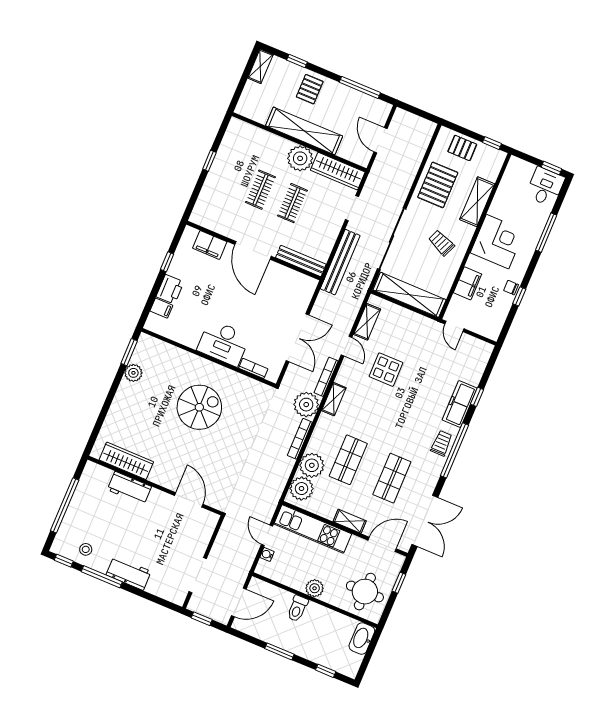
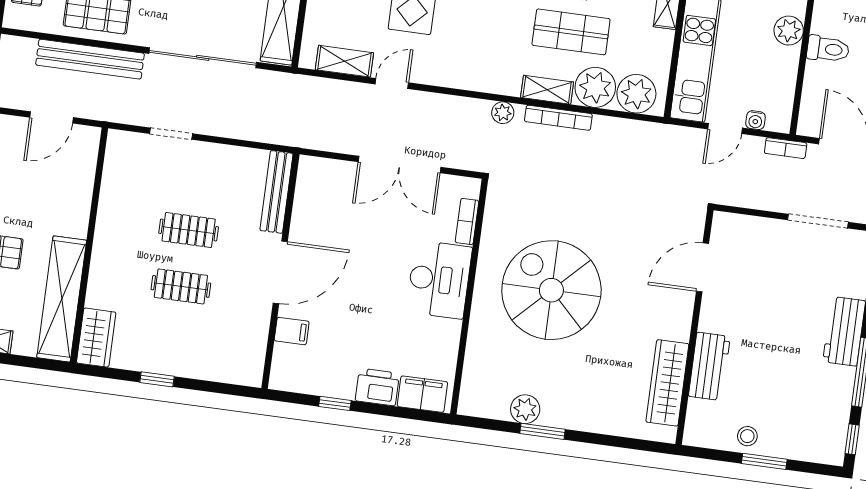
shelving: (304, 131) -> (62, 299), moved
plant: (300, 158) -> (114, 237), removed
wardrobe: (338, 171) -> (96, 338), moved, width x0.67
filing cabinet: (210, 245) -> (292, 331), width x0.50
bench: (340, 262) -> (90, 59), moved
filing cabinet: (161, 308) -> (422, 394), width x2.00
double door: (297, 338) -> (399, 164), swing flipped
window: (129, 352) -> (543, 431), moved
bookcase: (326, 377) -> (786, 148), moved, width x0.64
shelving: (334, 399) -> (547, 90), moved
plant: (306, 405) -> (503, 113), width x0.53, depth x0.53
spiral stairs: (199, 407) -> (551, 290), width x1.37, depth x1.37
window: (65, 505) -> (764, 461), width x0.47
stool: (86, 549) -> (747, 436), moved

